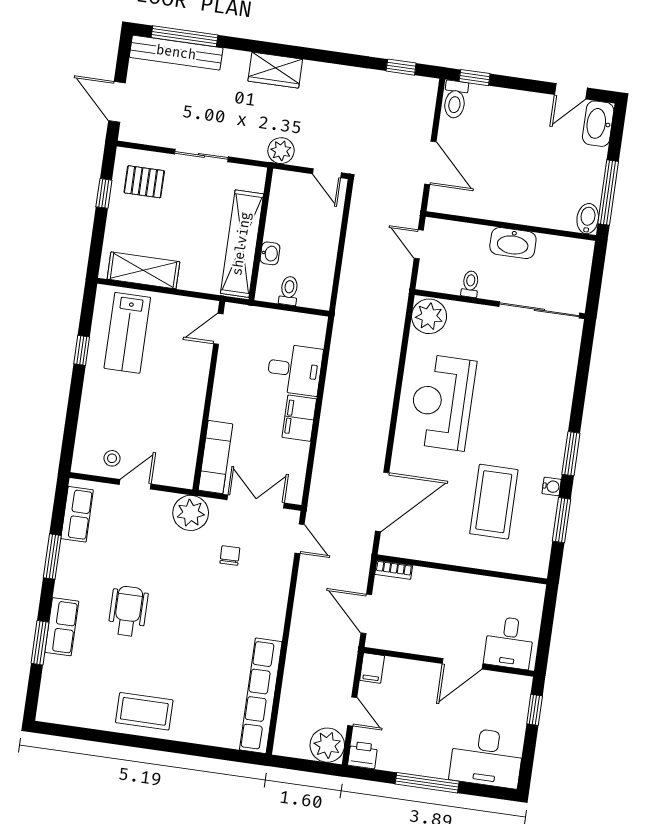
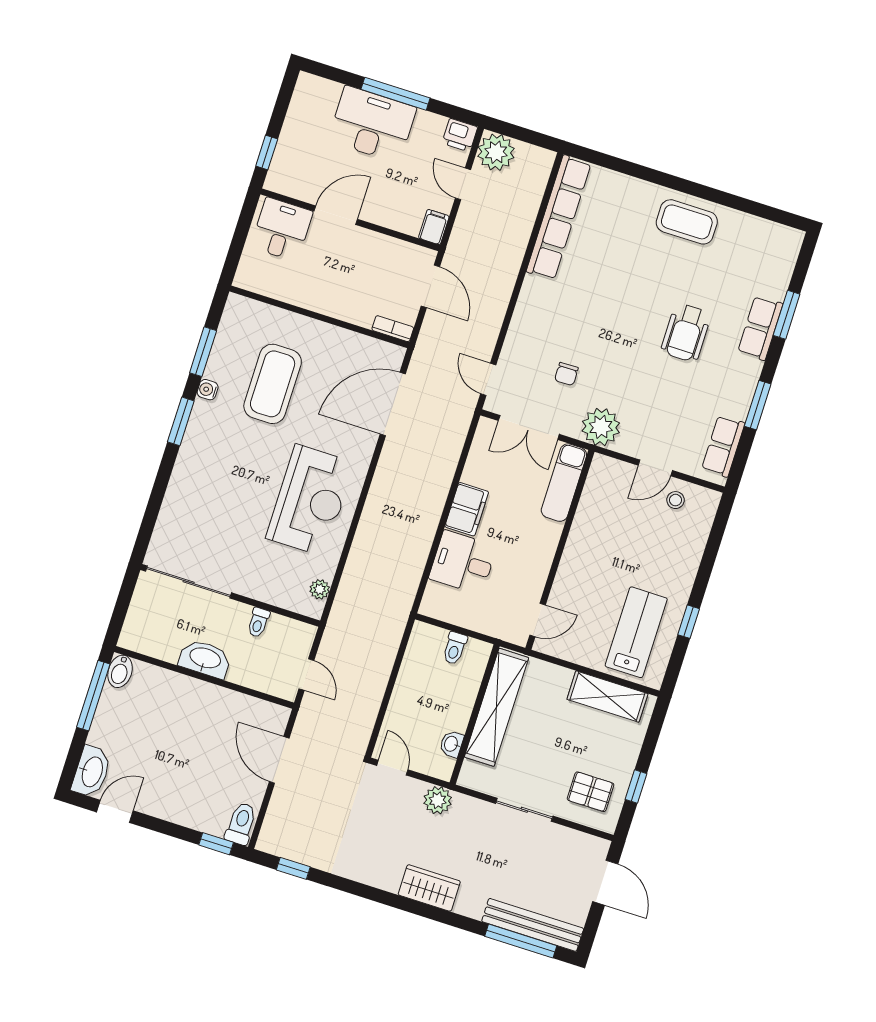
washbasin: (270, 253) -> (452, 744), moved
plant: (429, 316) -> (320, 589), width x0.53, depth x0.53
desk: (487, 758) -> (372, 124), moved

